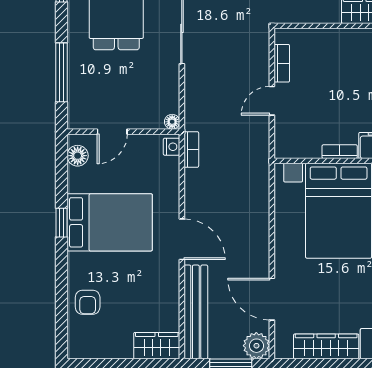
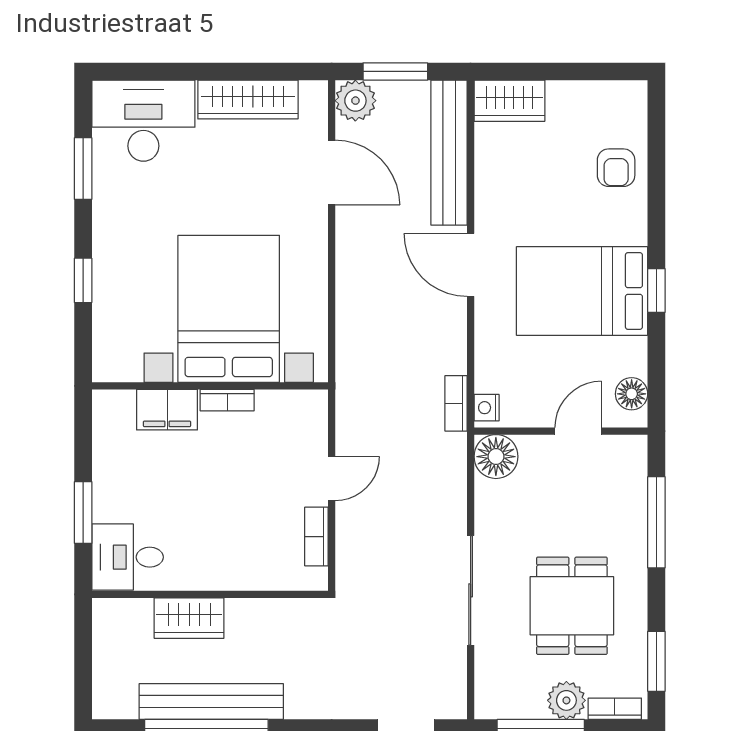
floor lamp: (172, 122) -> (496, 457), width x1.89, depth x1.89
armchair: (88, 302) -> (616, 168), turned 180

